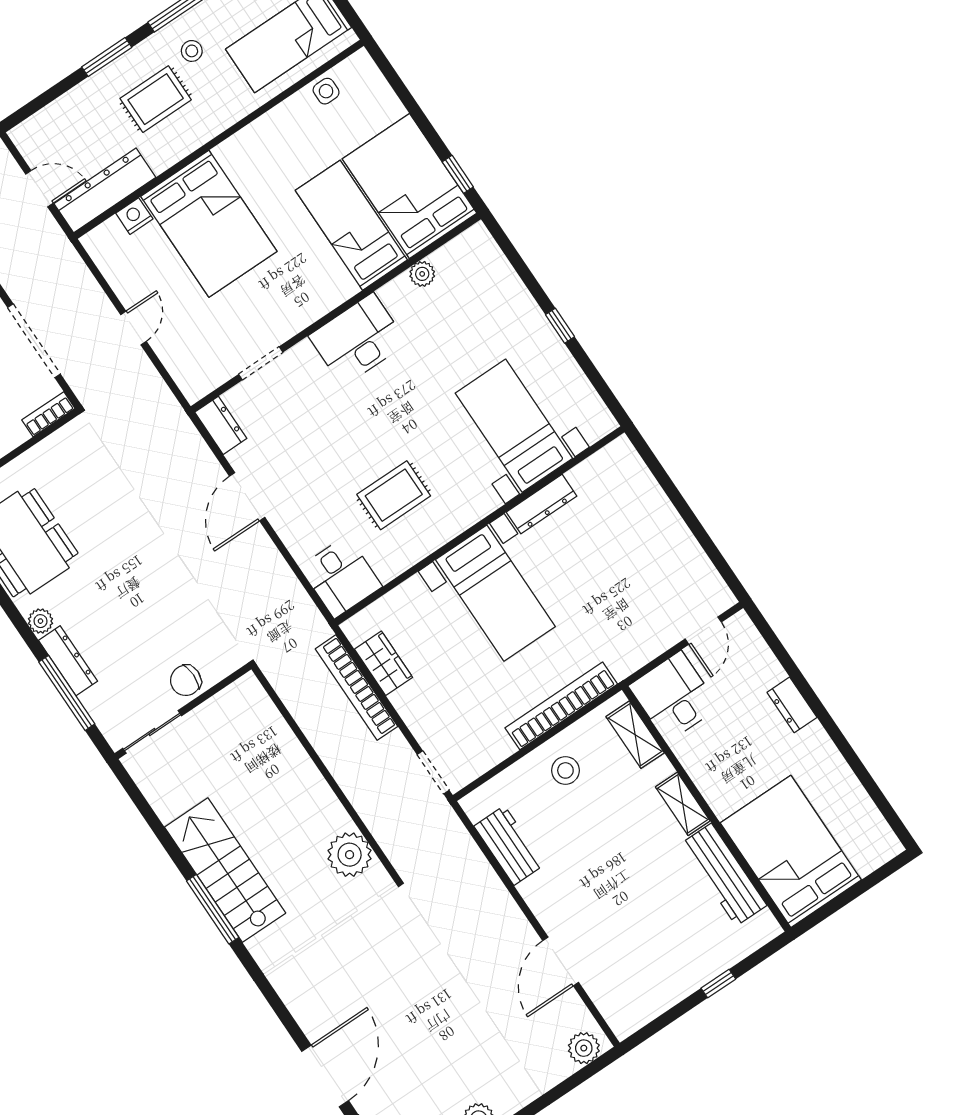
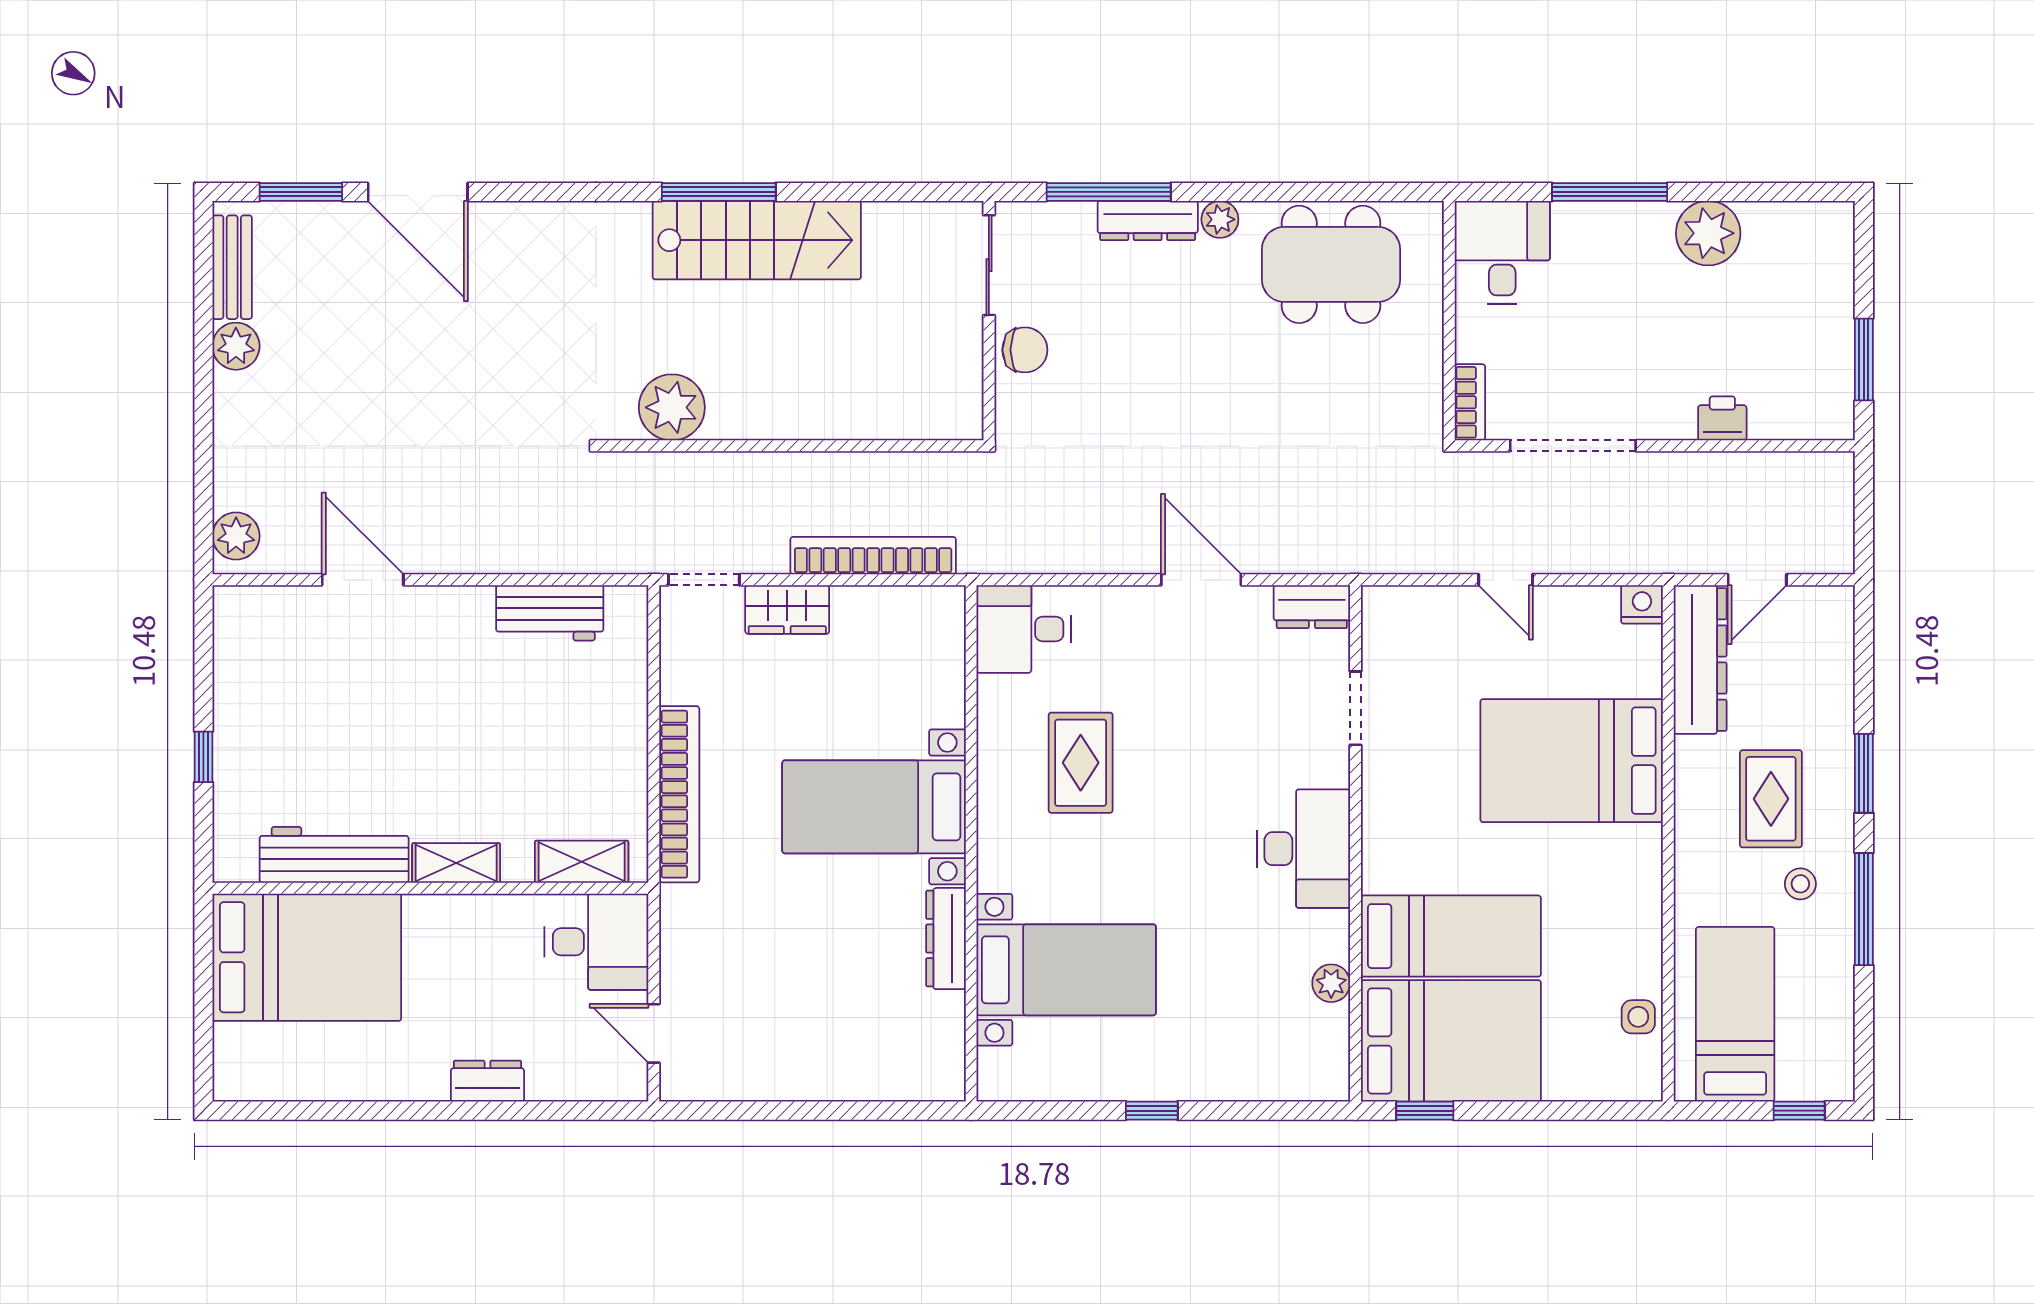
nightstand: (134, 216) -> (1642, 604), moved, turned -90
wardrobe: (384, 663) -> (787, 610), moved
chair: (186, 680) -> (1025, 350), turned 90
stool: (565, 770) -> (596, 745), removed

